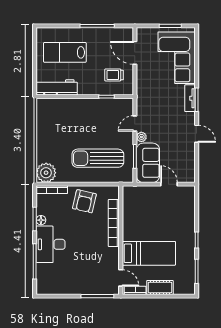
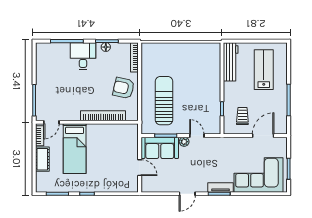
plant: (46, 173) -> (150, 52), removed
door: (169, 184) -> (140, 168), hinge flipped
desk: (51, 244) -> (83, 56), width x0.73

